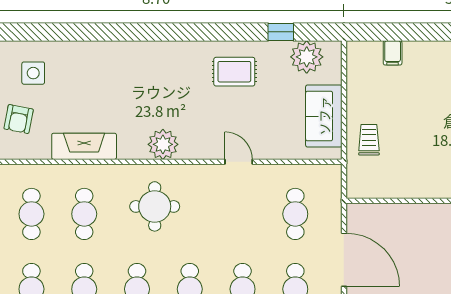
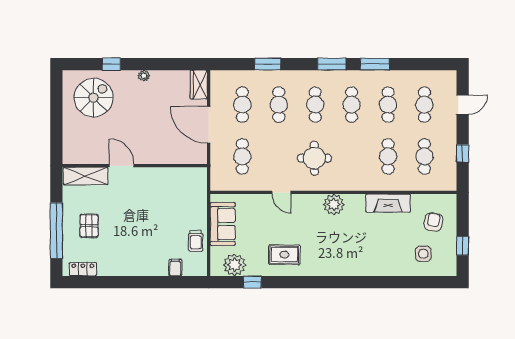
trolley: (369, 140) -> (196, 241), moved
round table: (155, 206) -> (314, 158), moved

